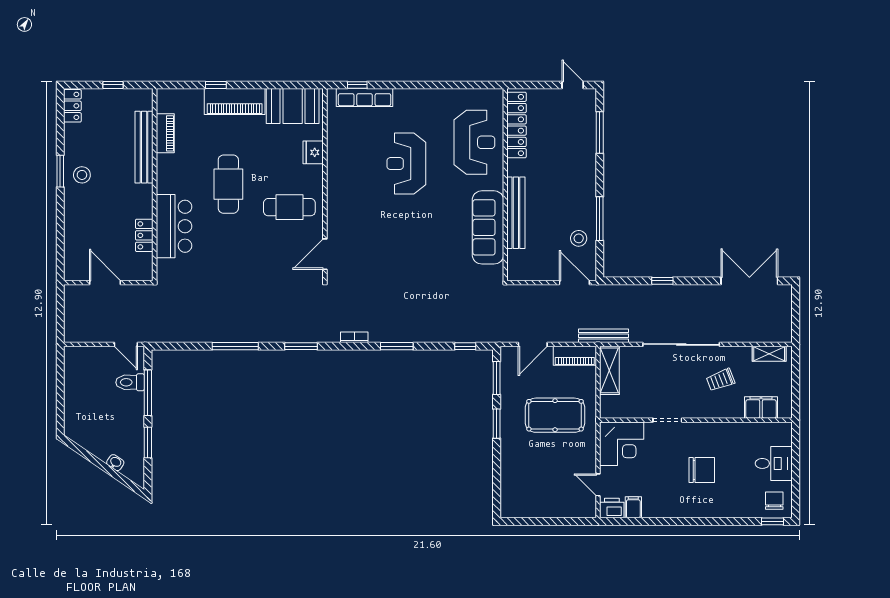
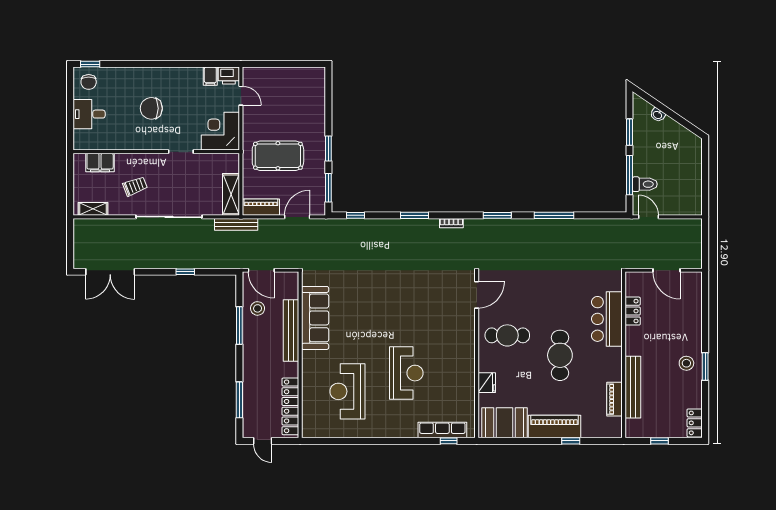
locker: (517, 125) -> (290, 406), moved
wall: (505, 185) -> (300, 355), moved
bench: (516, 213) -> (291, 331), moved
sofa: (488, 227) -> (315, 318), moved

